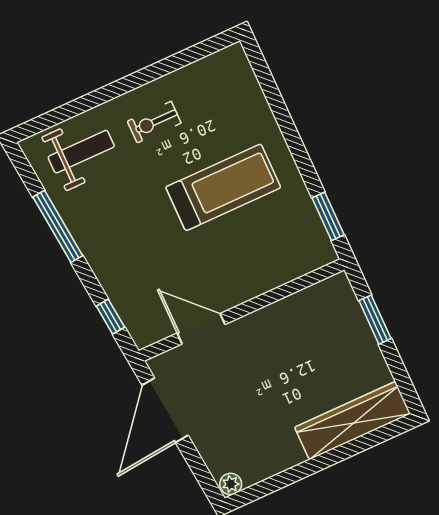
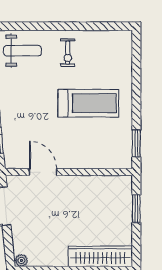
exercise bike: (154, 122) -> (68, 53), turned -90

